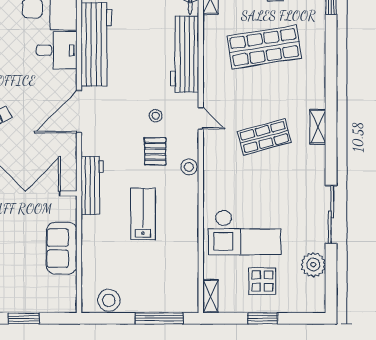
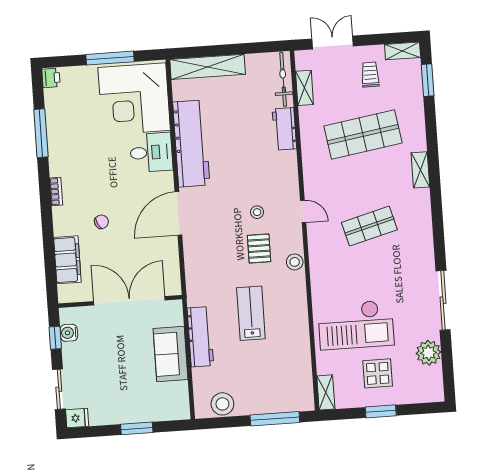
workbench: (185, 54) -> (284, 129), width x0.53, depth x0.76
shelving: (318, 127) -> (420, 170), moved
workbench: (92, 185) -> (200, 337), moved

